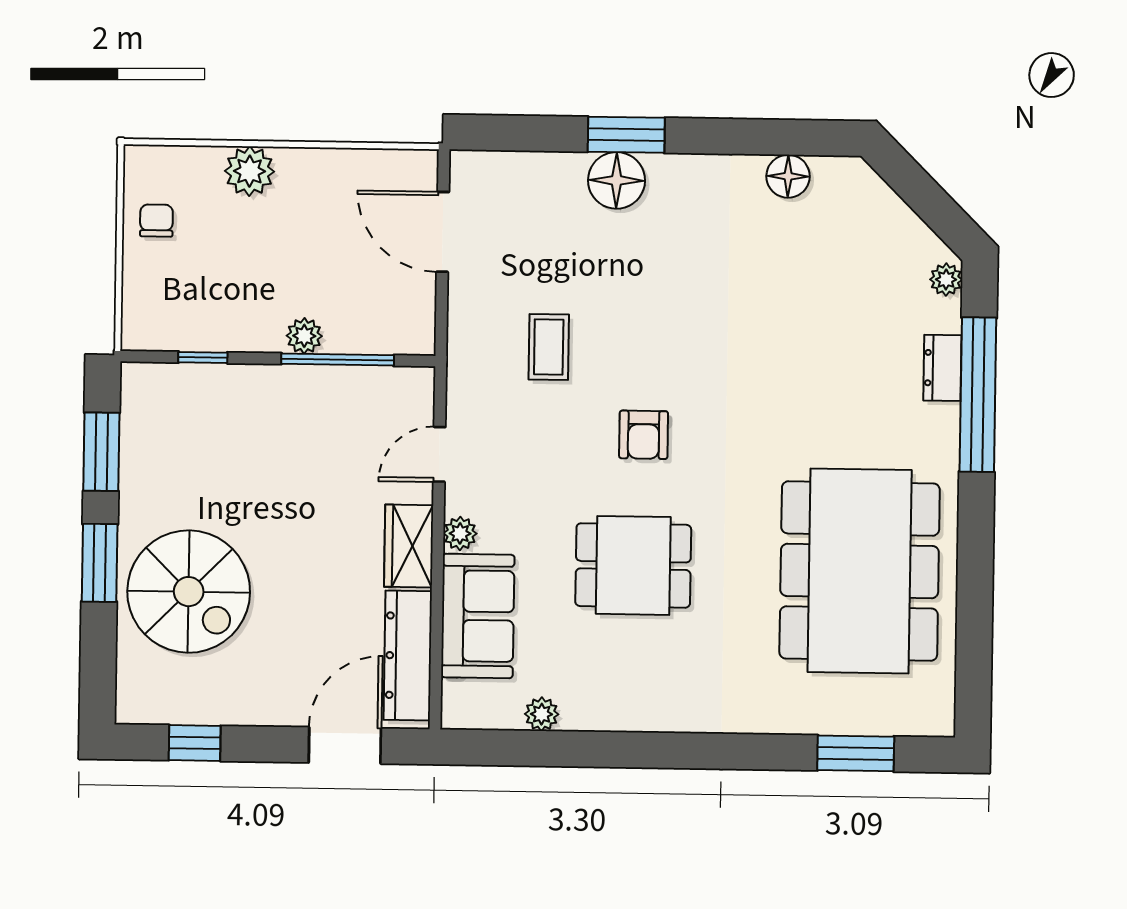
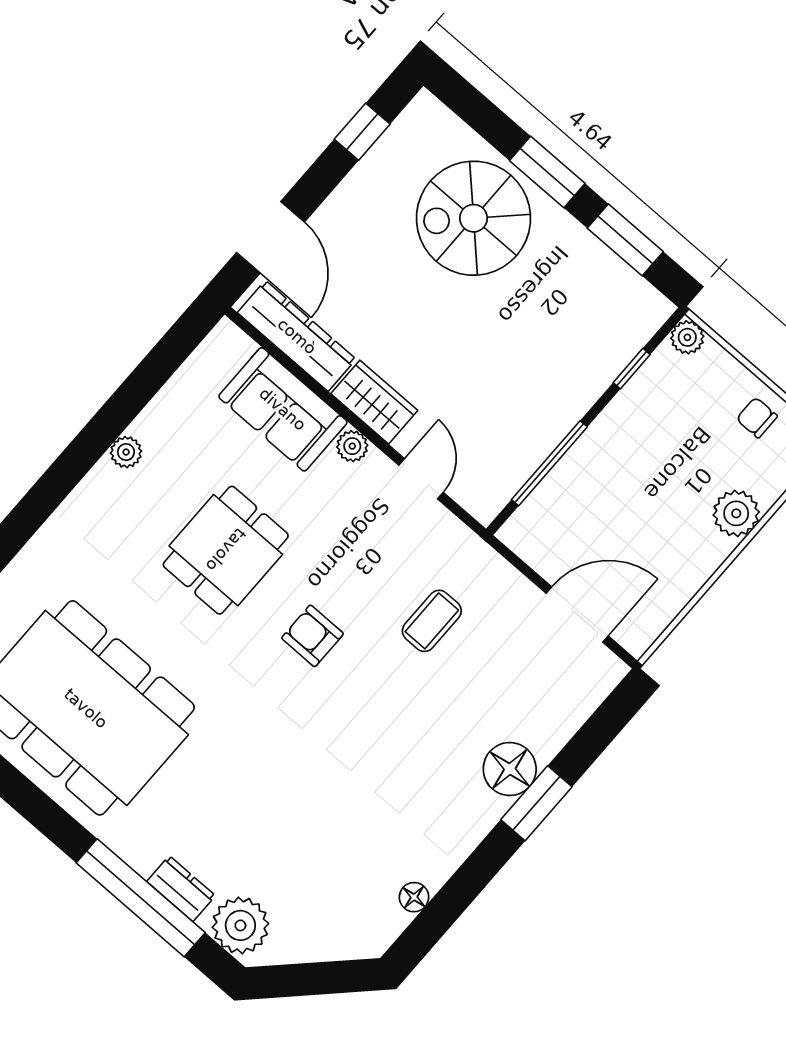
floor lamp: (788, 176) -> (414, 897), width x0.73, depth x0.73
chair: (156, 221) -> (757, 418), turned 180
plant: (946, 280) -> (240, 925), width x1.88, depth x1.88
plant: (304, 336) -> (687, 337), moved
coffee table: (549, 347) -> (432, 621), turned 90
plant: (542, 714) -> (126, 452), moved

